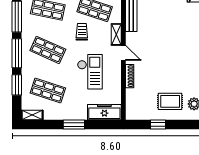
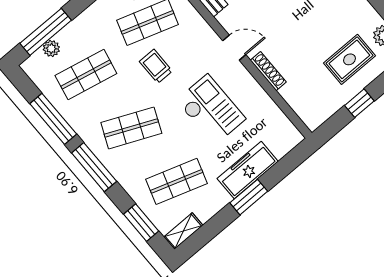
shelving: (116, 34) -> (204, 31), removed
window: (17, 85) -> (141, 223), moved
freezer: (104, 112) -> (248, 170), moved

